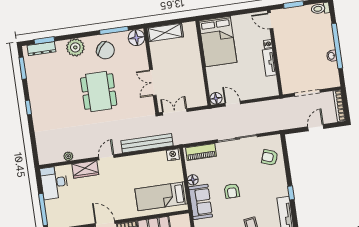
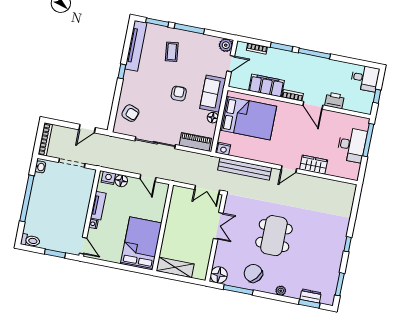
shelving: (165, 32) -> (175, 267), moved
plant: (75, 47) -> (281, 291), width x0.53, depth x0.53
dresser: (41, 49) -> (311, 296), width x0.70
washbasin: (332, 56) -> (40, 167), moved
nightstand: (269, 91) -> (108, 178), added
floor lamp: (216, 98) -> (121, 181), moved
door: (316, 128) -> (87, 129), moved
plant: (68, 156) -> (326, 183), removed
desk: (54, 183) -> (352, 145), moved
bed: (161, 196) -> (248, 118), width x1.50

